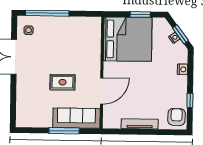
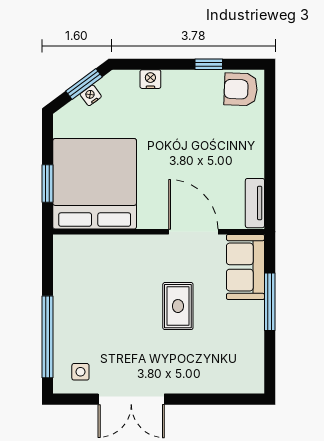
window: (140, 14) -> (48, 183), moved
sofa: (76, 118) -> (245, 267), width x0.73
tv unit: (140, 124) -> (255, 203), moved, width x0.71

